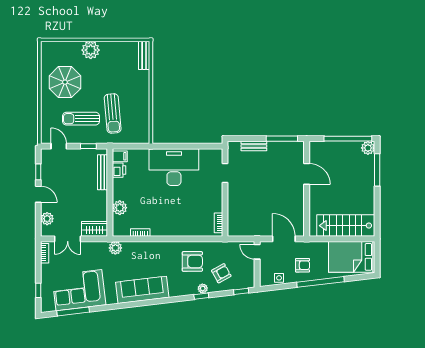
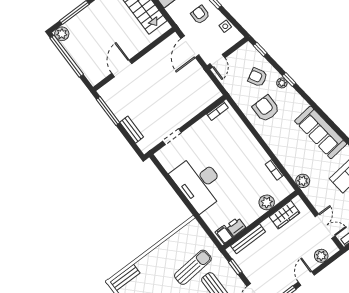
wardrobe: (95, 229) -> (284, 215), moved, turned -90

